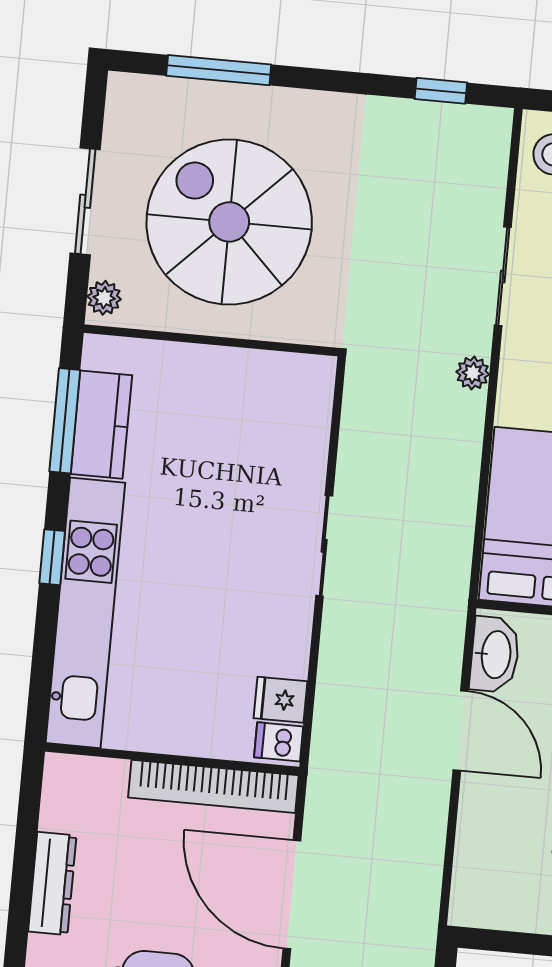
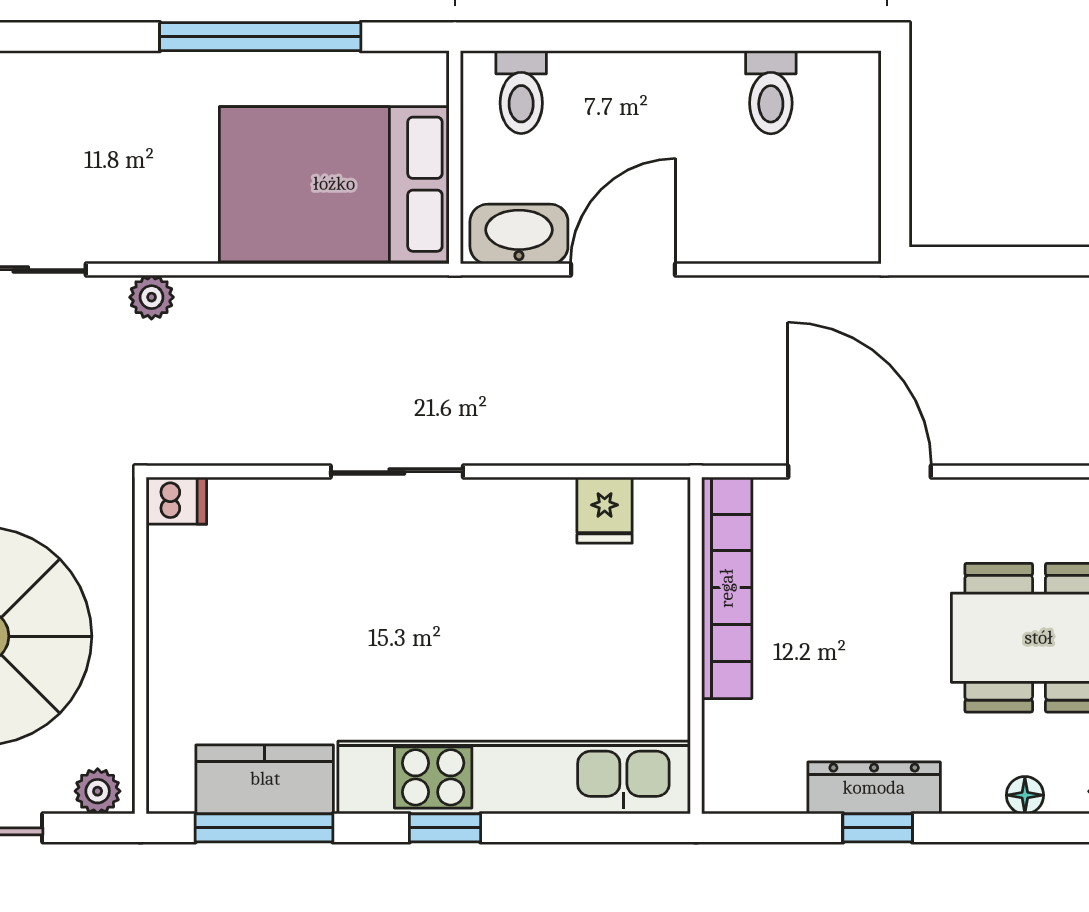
dishwasher: (279, 742) -> (176, 501), moved, turned -90
window: (22, 883) -> (878, 828), added
door: (292, 895) -> (860, 472), swing flipped

